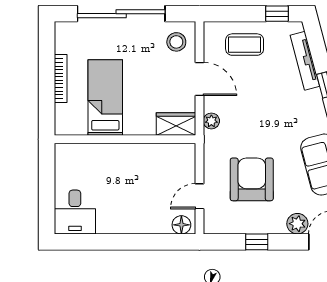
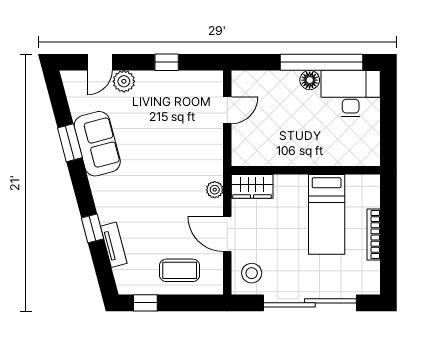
tv unit: (305, 61) -> (114, 245), width x0.71
armchair: (252, 179) -> (172, 128), removed
desk: (75, 212) -> (351, 94), width x1.37
floor lamp: (181, 225) -> (310, 80), moved
window: (110, 242) -> (322, 62), added

